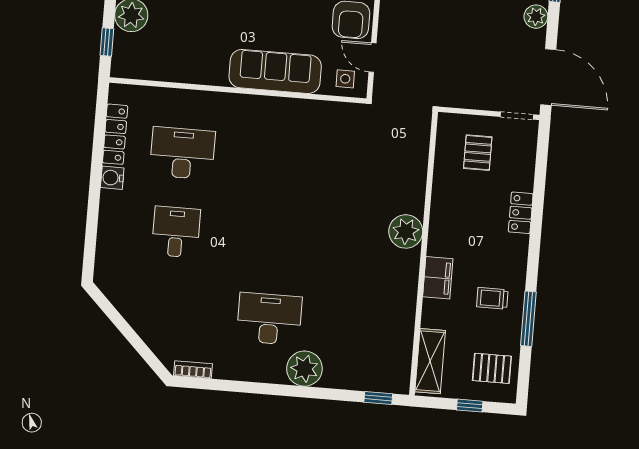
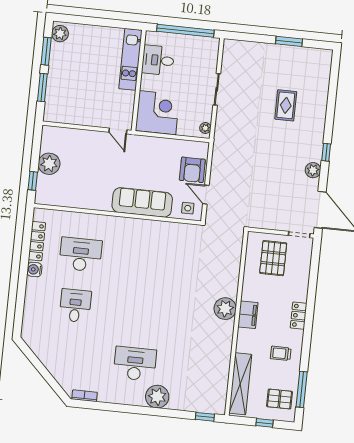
pallet: (478, 153) -> (273, 258), width x1.50, depth x1.42
locker: (521, 213) -> (299, 316), moved
filing cabinet: (438, 278) -> (248, 315), moved
window: (528, 319) -> (302, 389), moved
shelving: (430, 361) -> (240, 384), width x1.47

